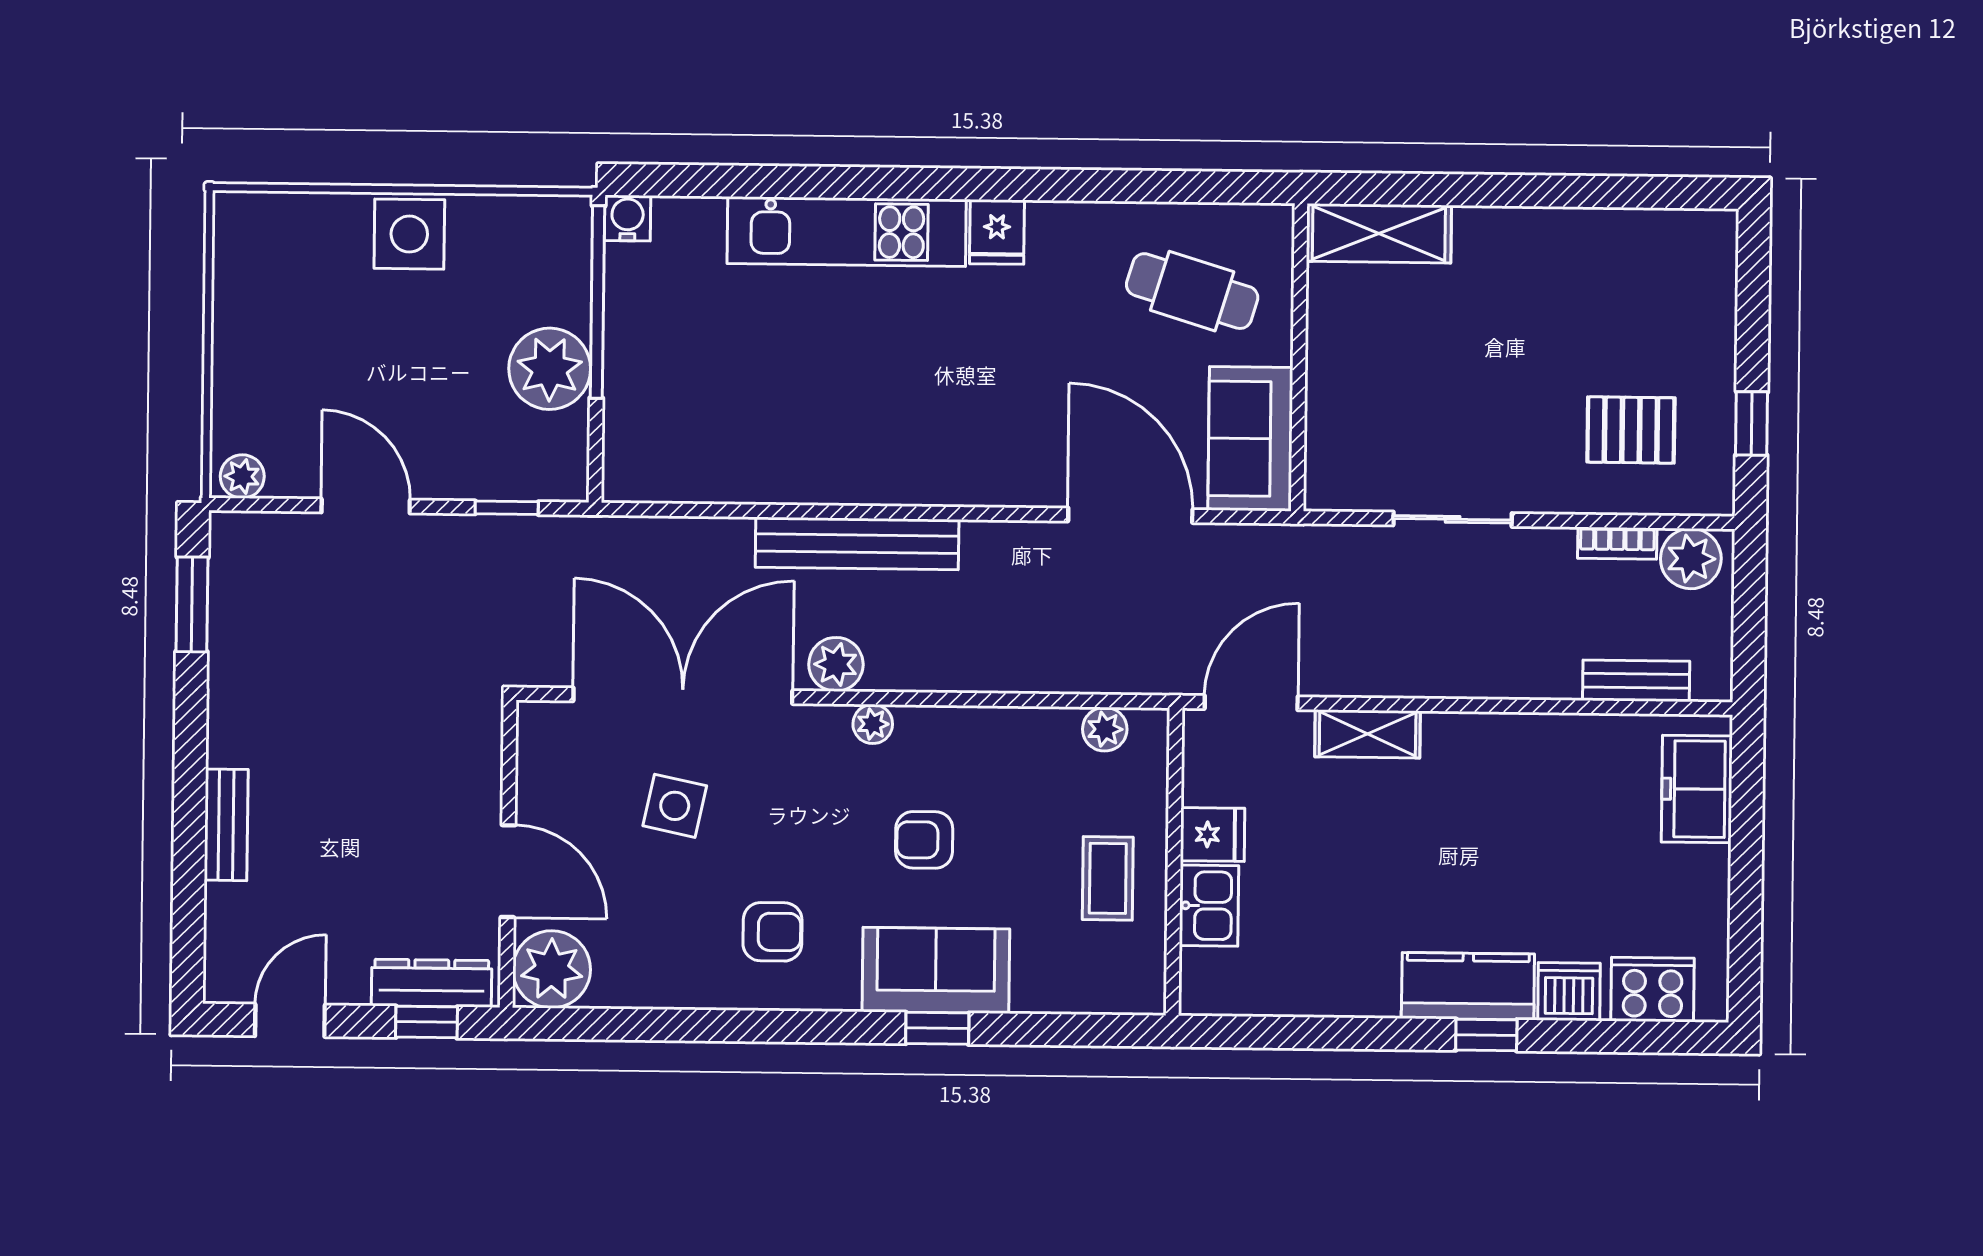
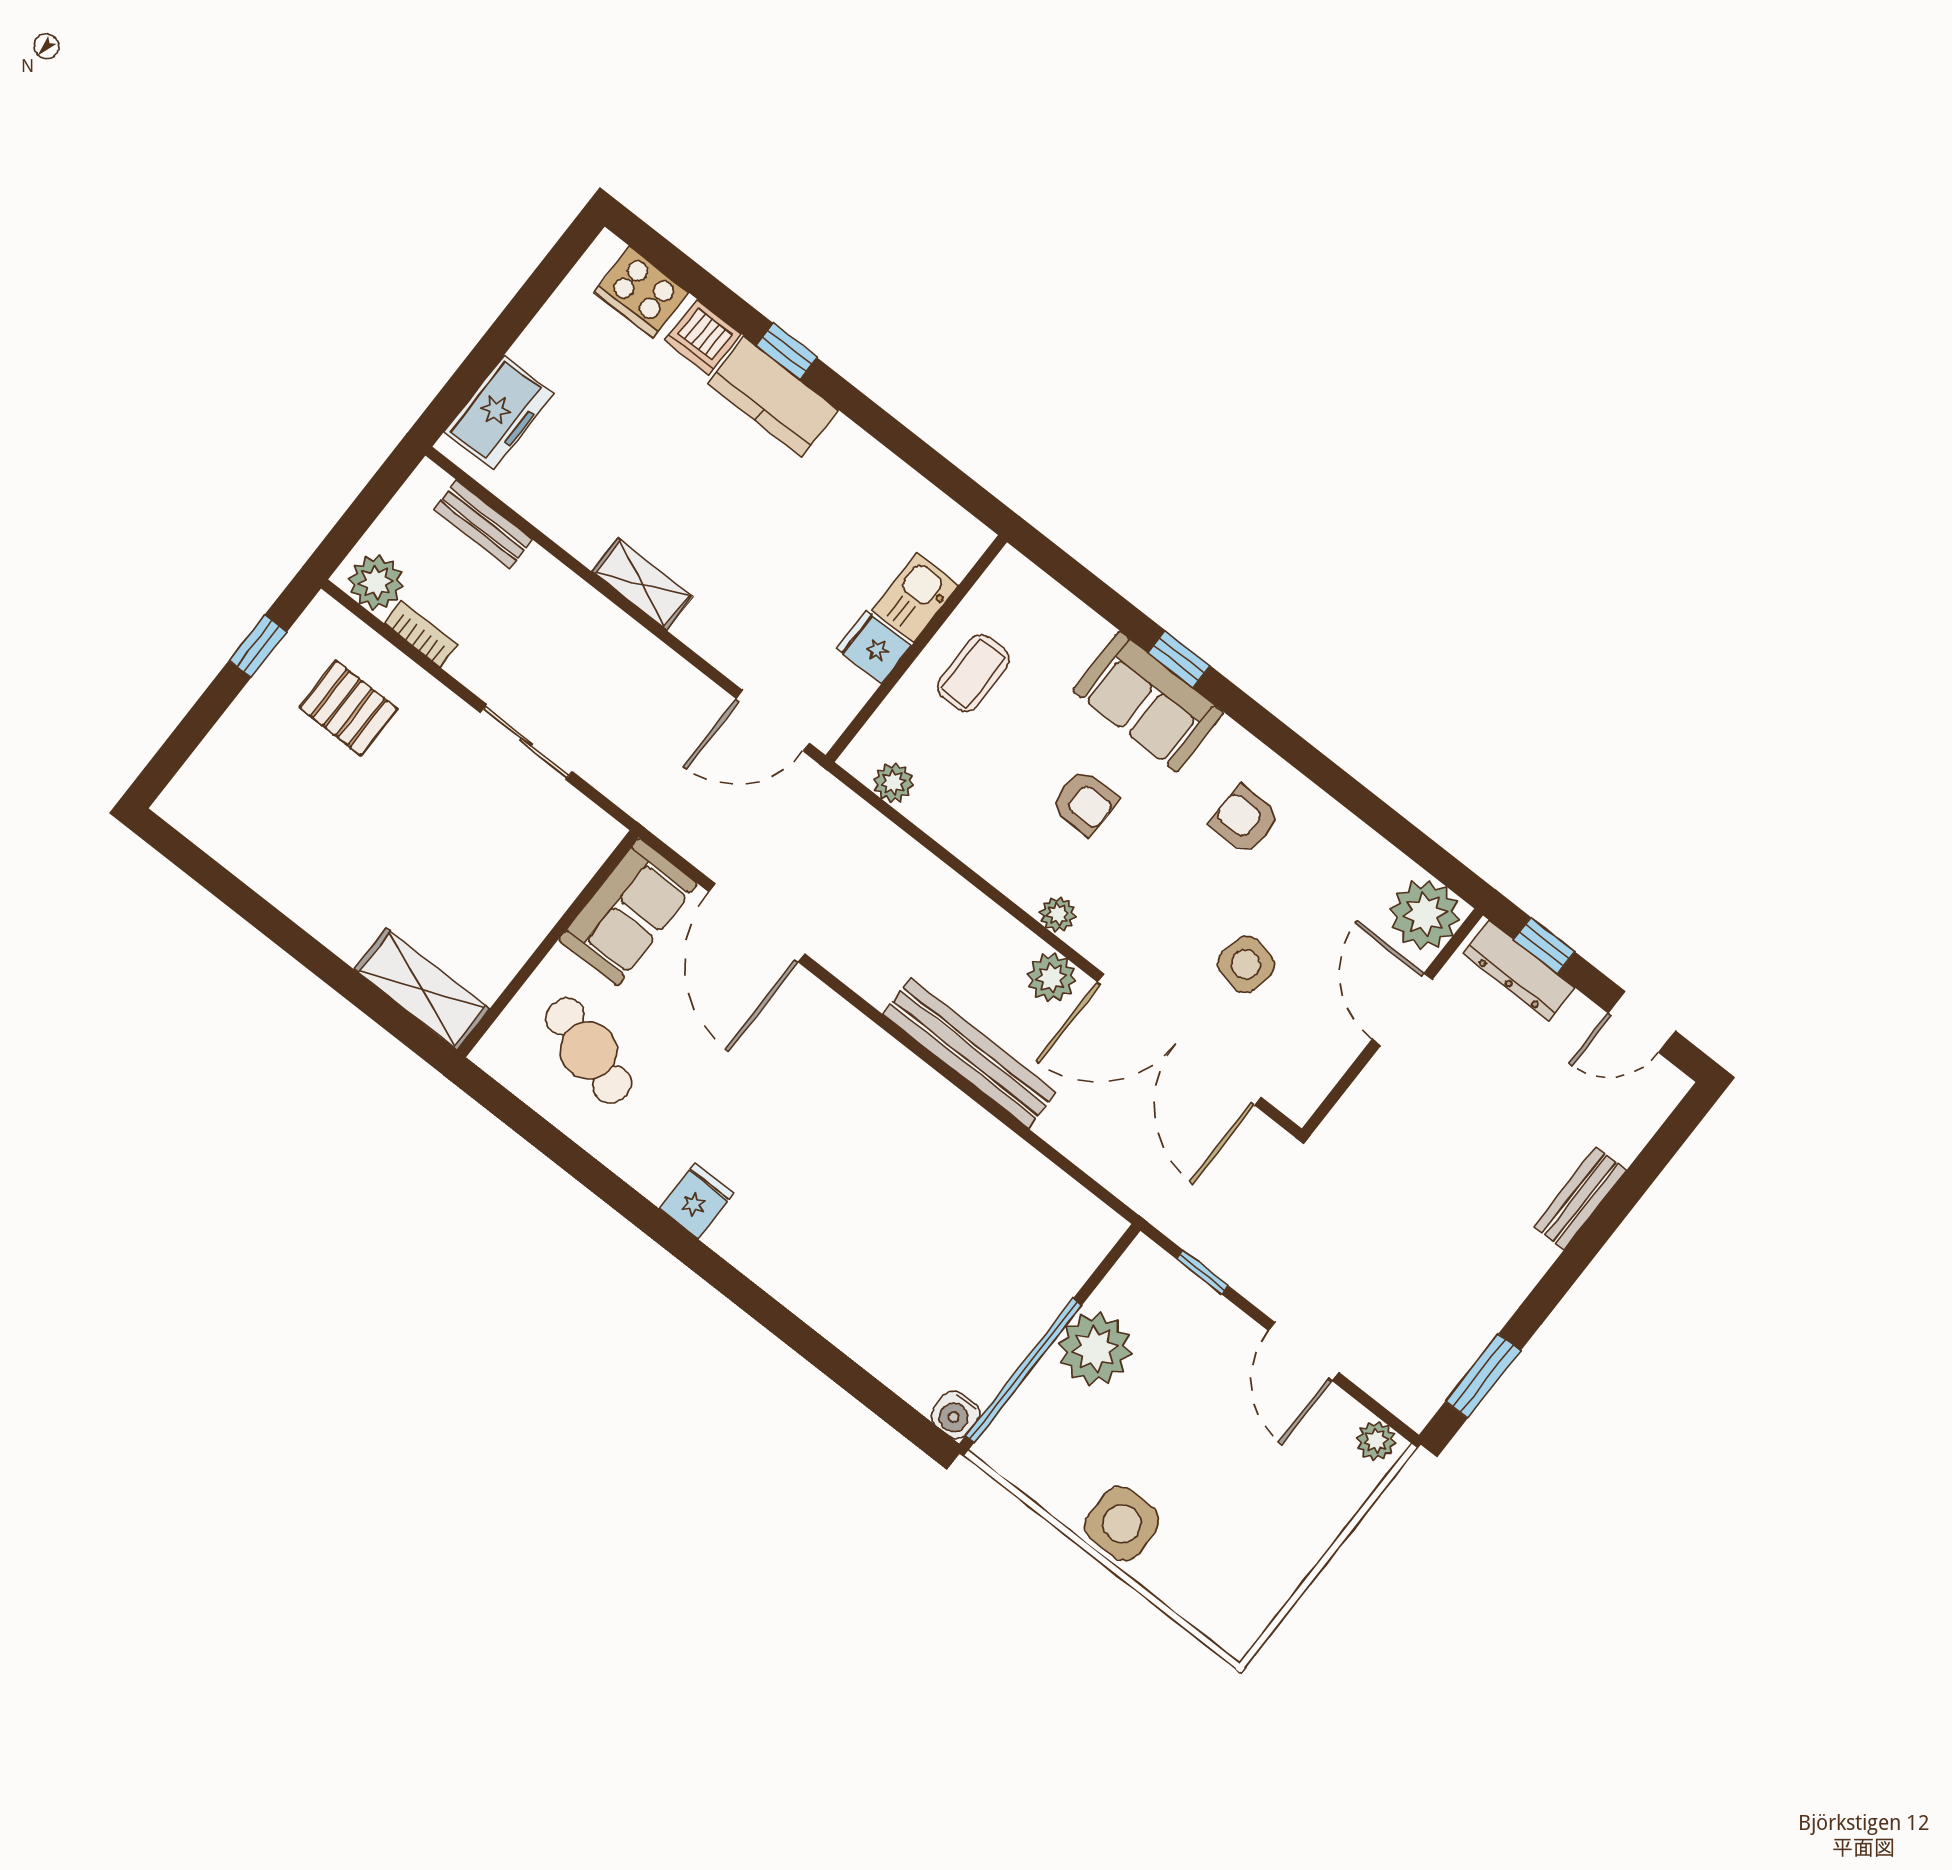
kitchen unit: (847, 232) -> (805, 1284), removed
shelving: (1368, 734) -> (642, 584), moved

